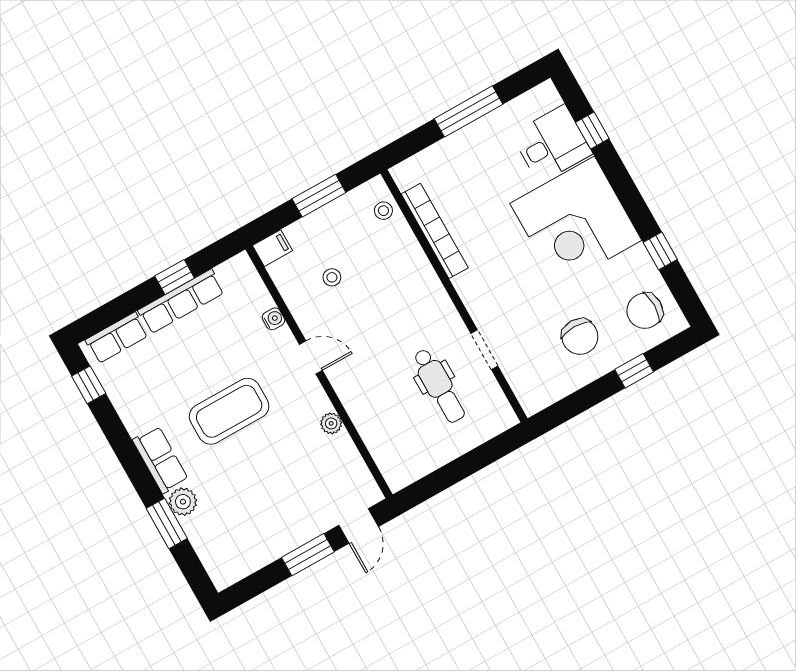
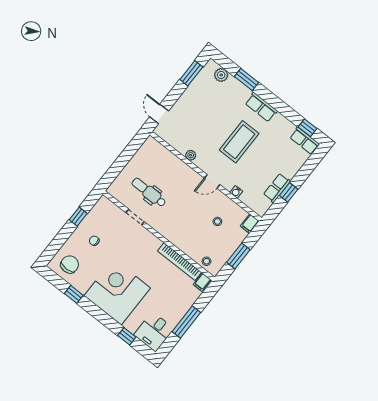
desk: (552, 144) -> (154, 332), moved
filing cabinet: (408, 174) -> (202, 282), added
row of seats: (181, 301) -> (277, 188), width x0.68
chair: (580, 337) -> (94, 241), width x0.54, depth x0.54
row of seats: (117, 338) -> (305, 141), moved, turned -90
window: (634, 371) -> (78, 217), moved
plant: (183, 502) -> (221, 75), moved
window: (308, 555) -> (191, 73), moved

